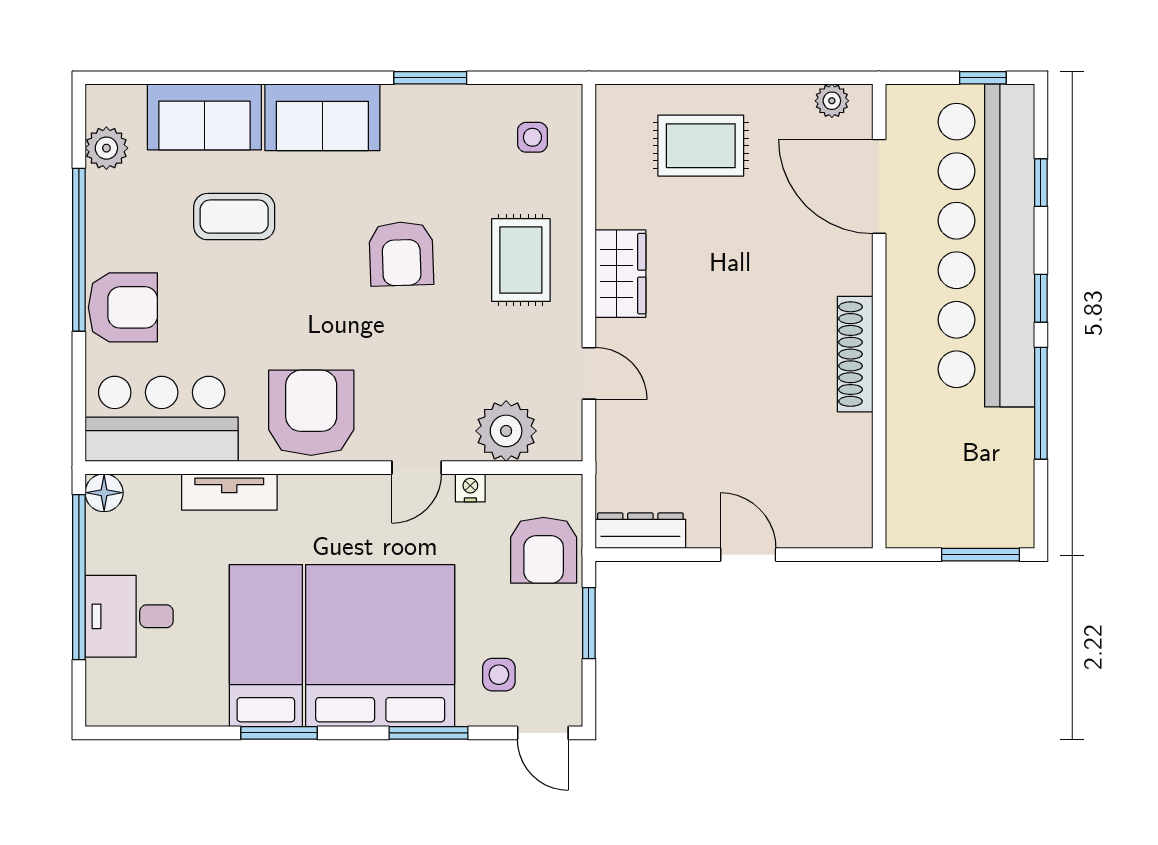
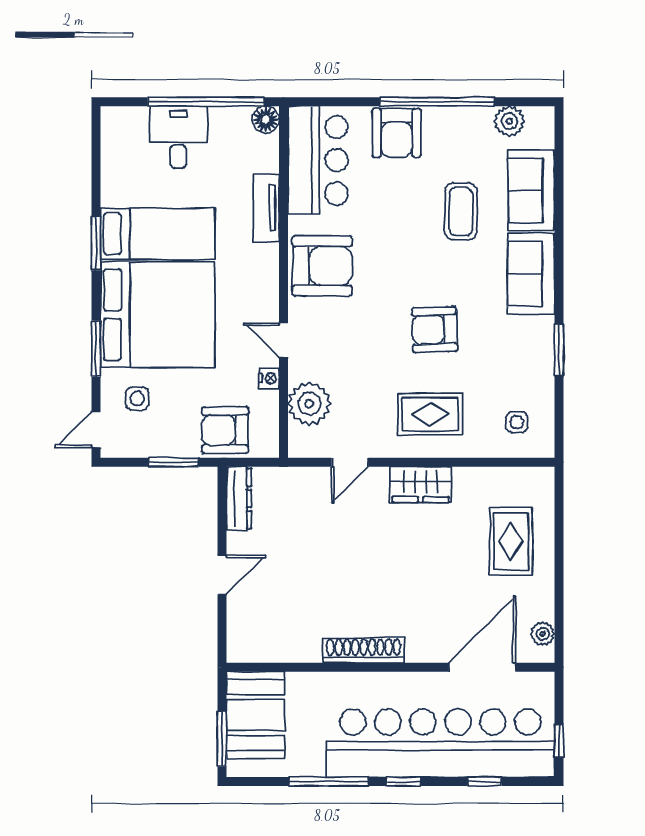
booth: (947, 507) -> (255, 715), added

